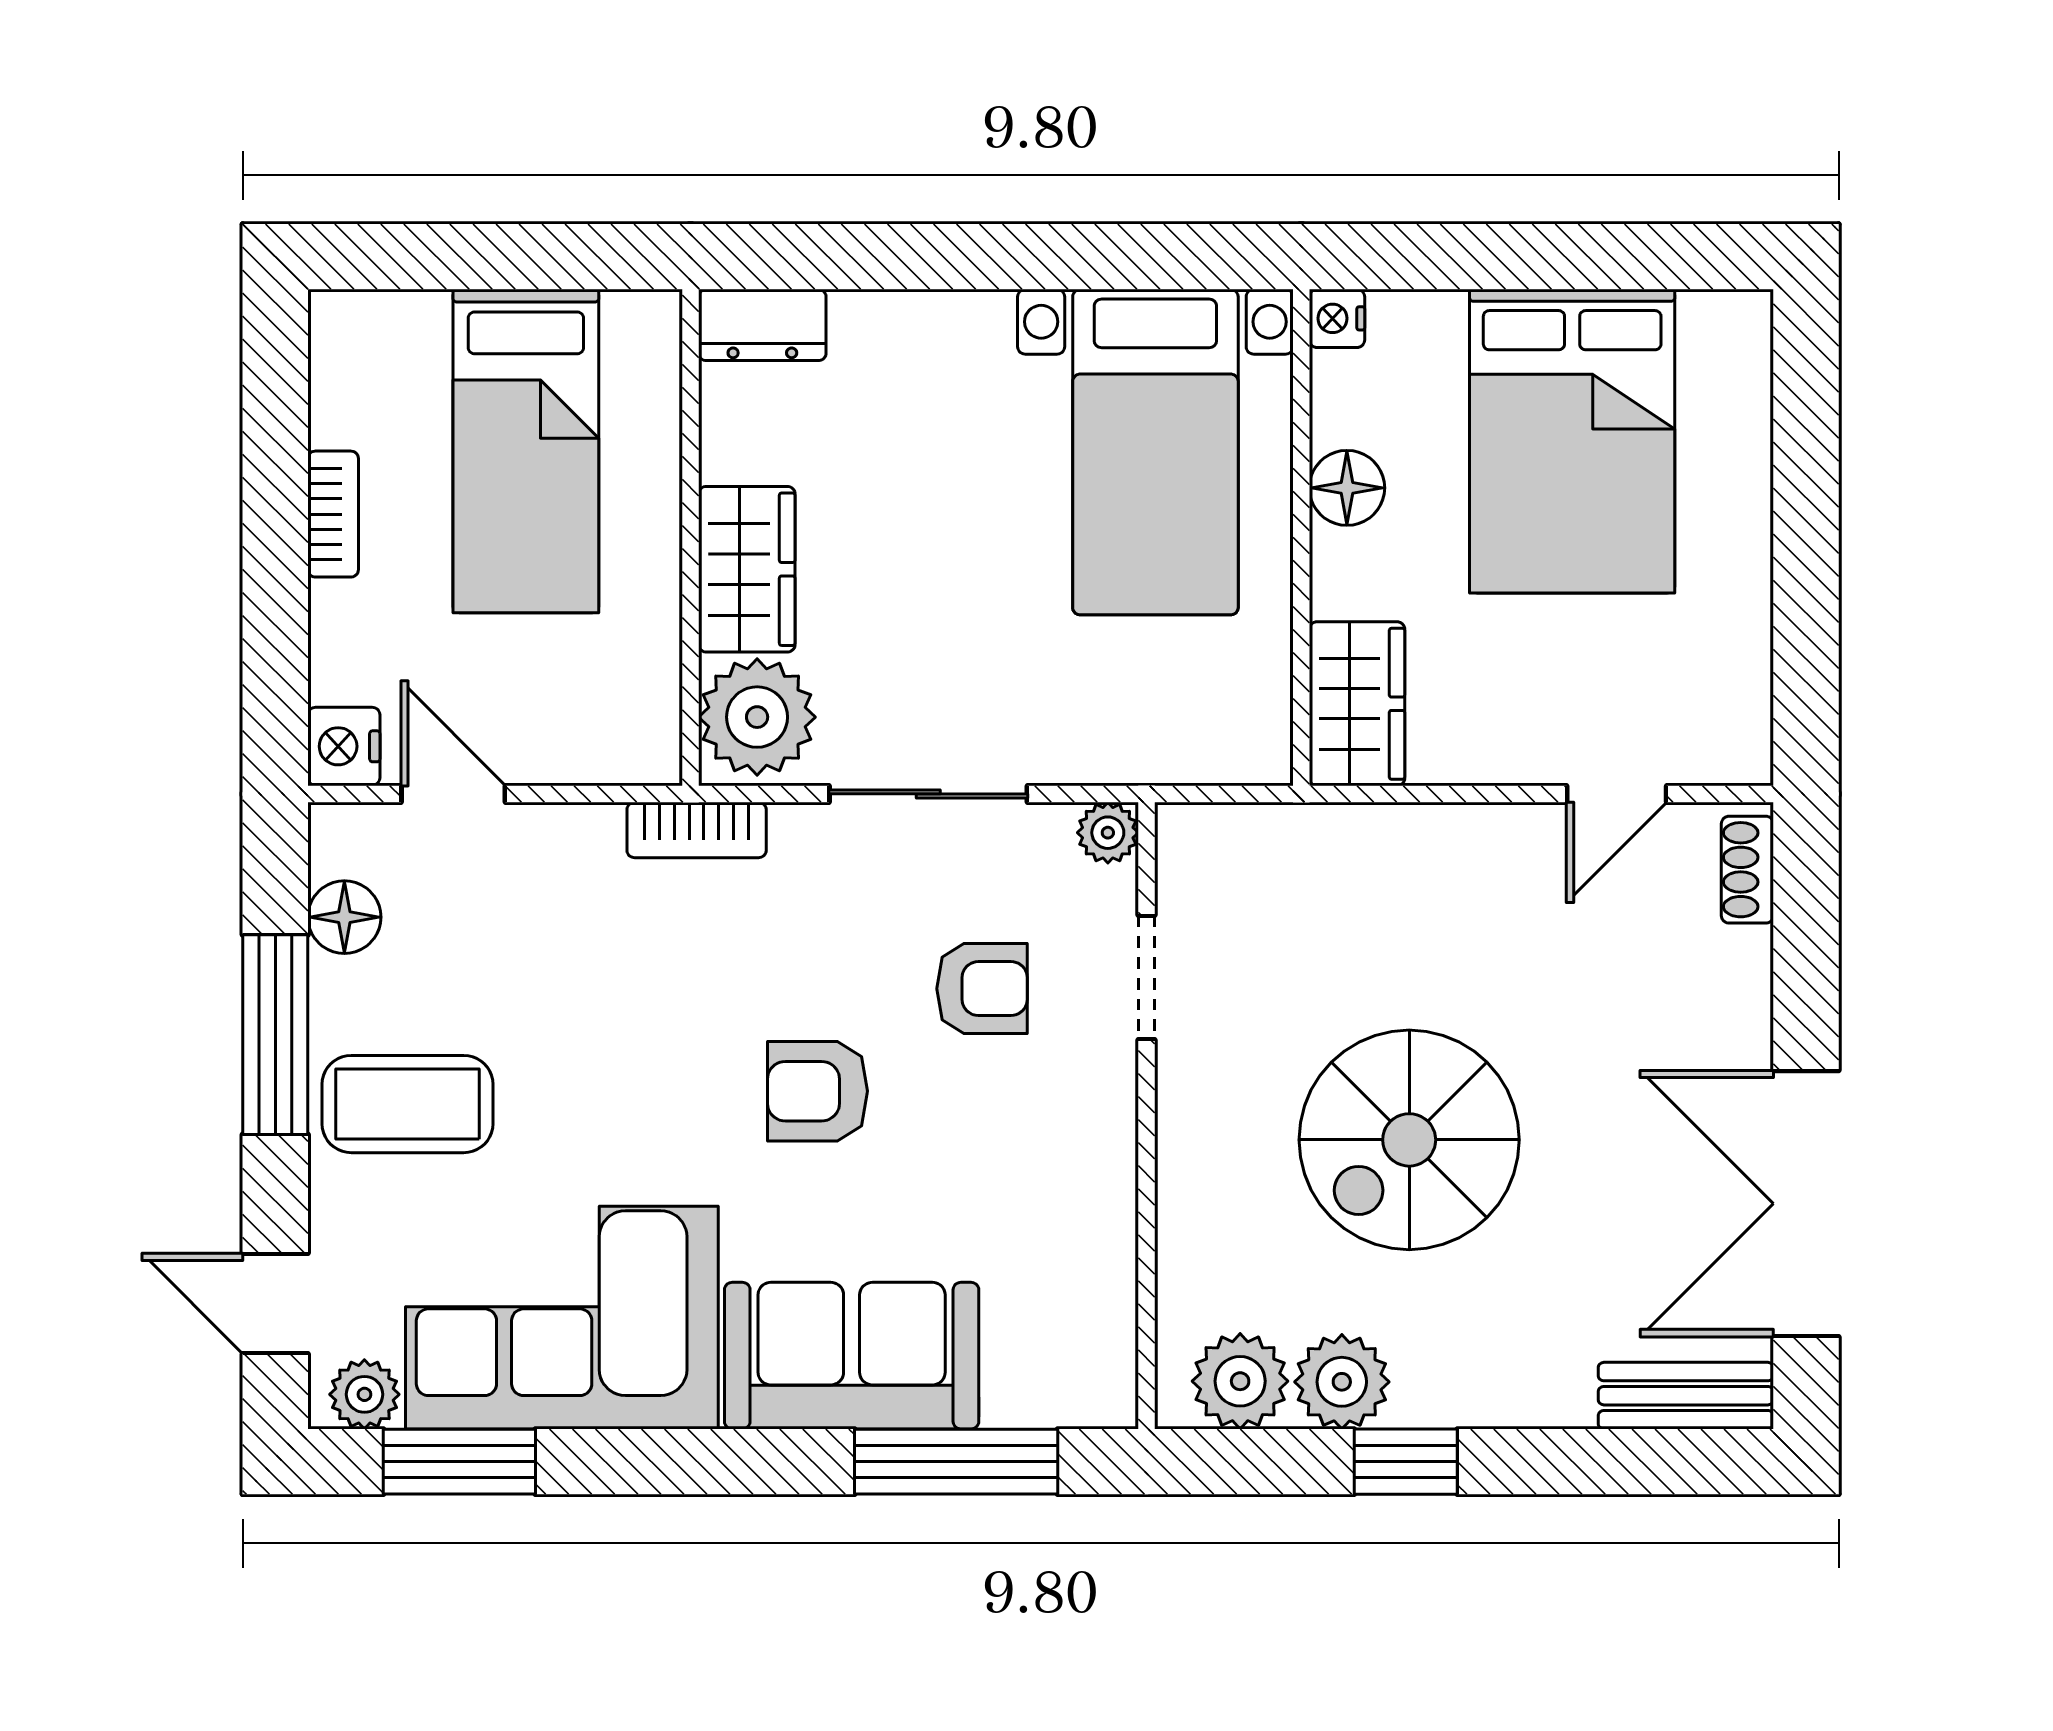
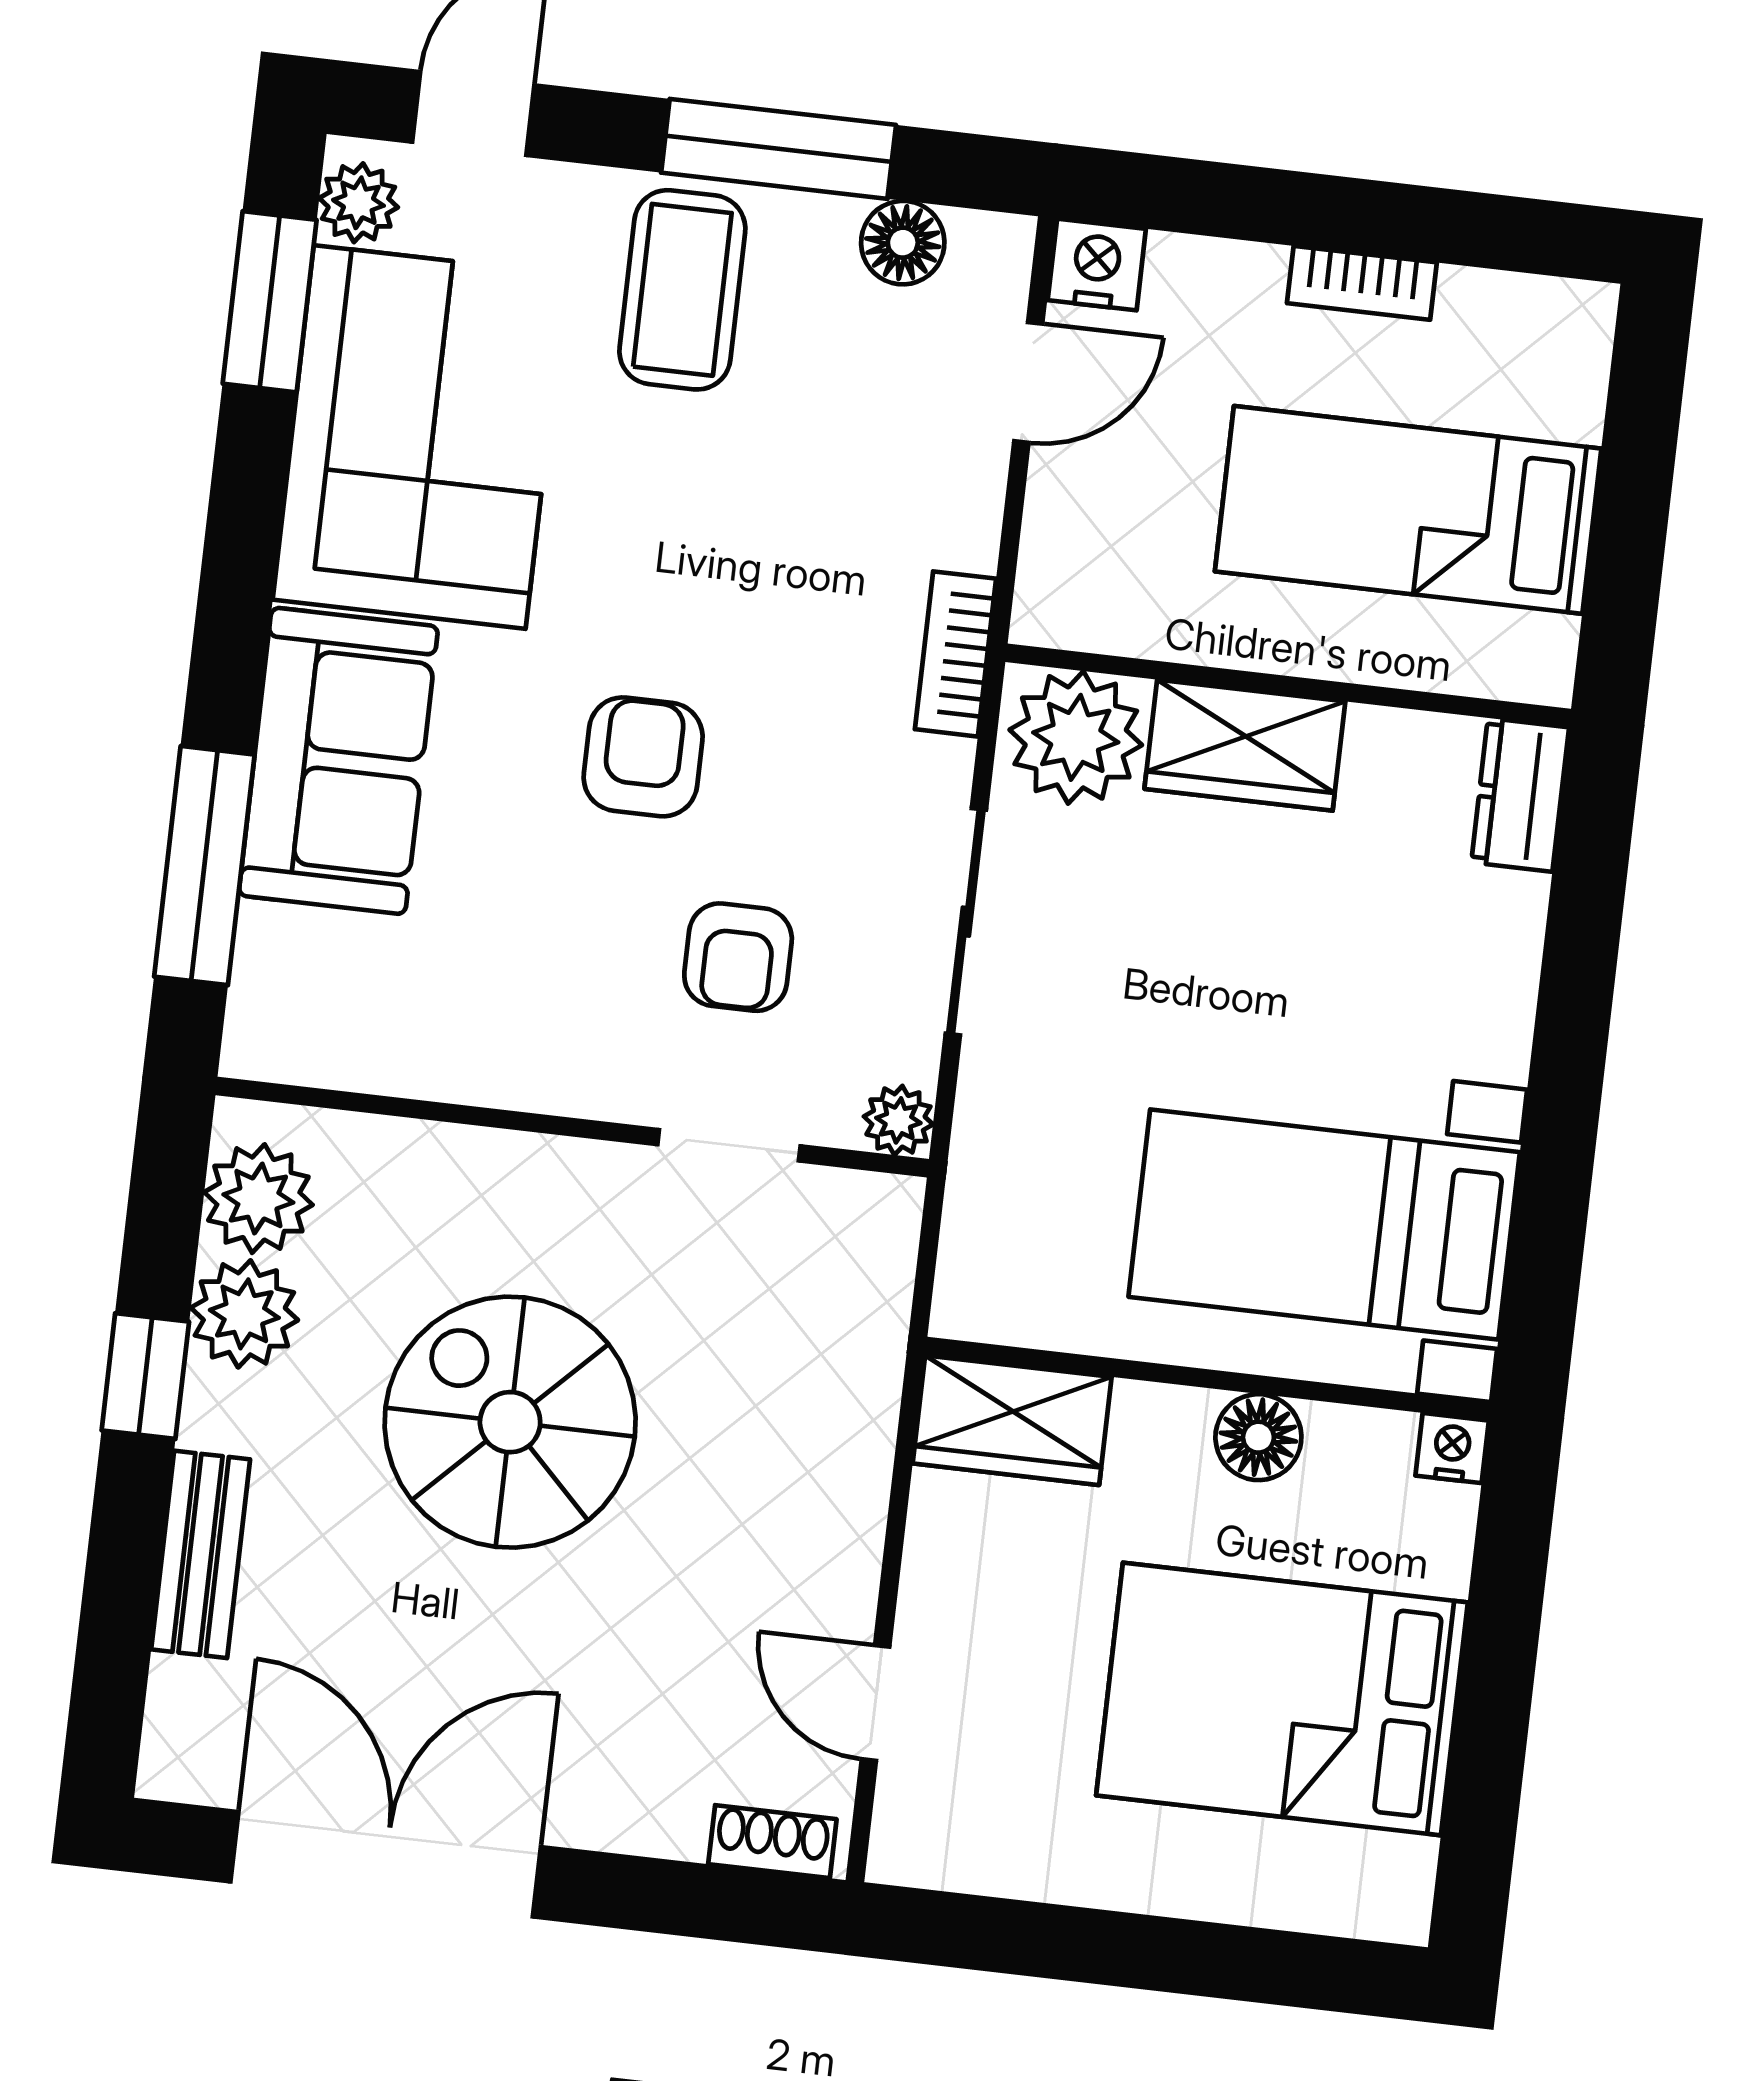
bench: (1686, 1396) -> (201, 1554), moved

